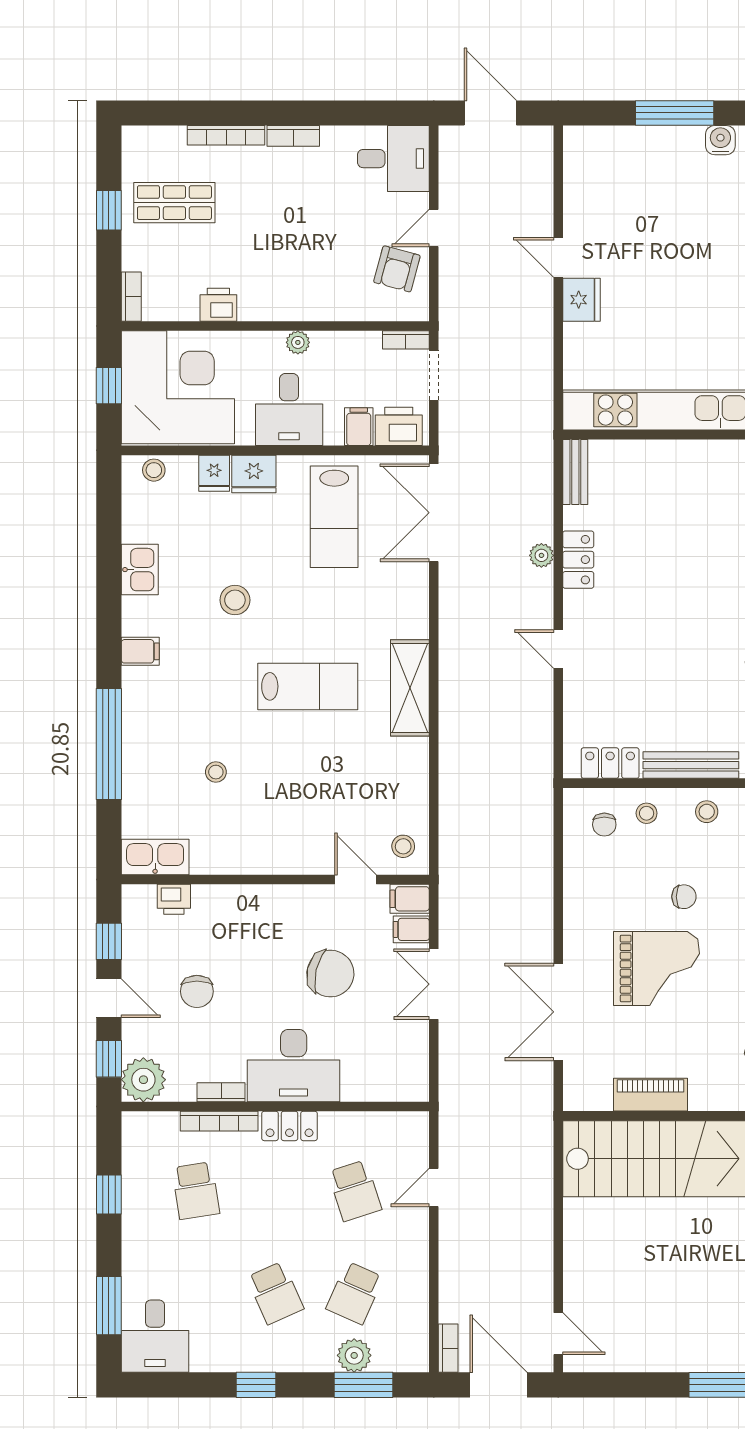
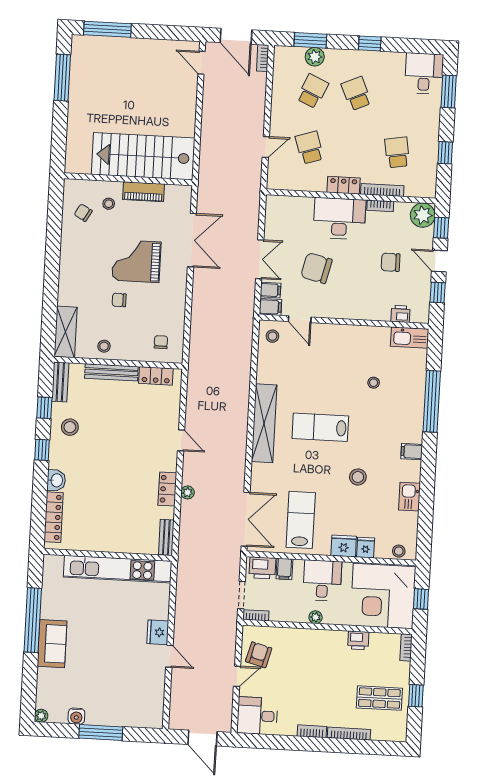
shelving: (410, 688) -> (264, 423), width x1.47
stool: (647, 813) -> (109, 204), moved
chair: (197, 991) -> (391, 262), turned -90

